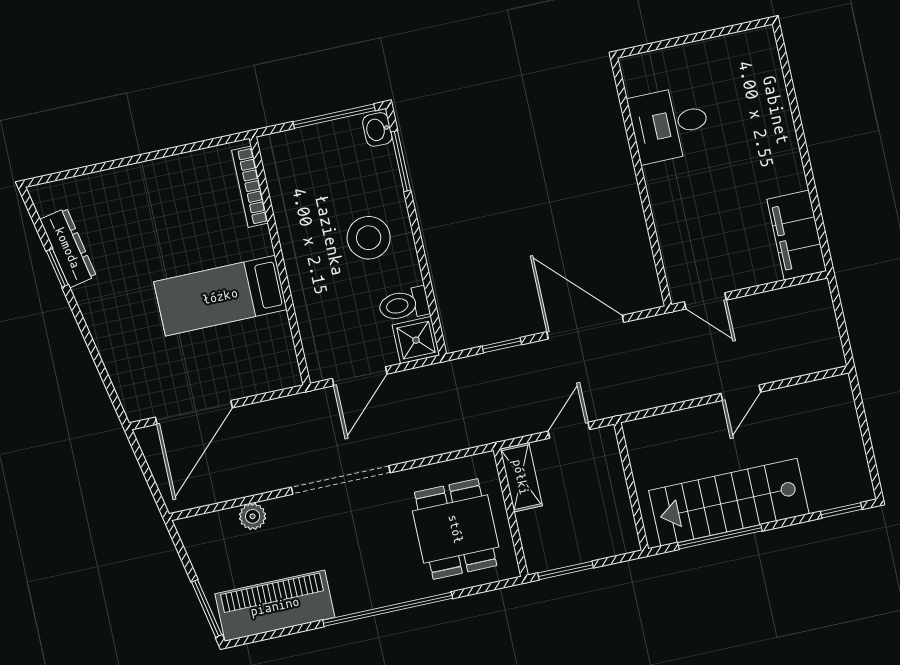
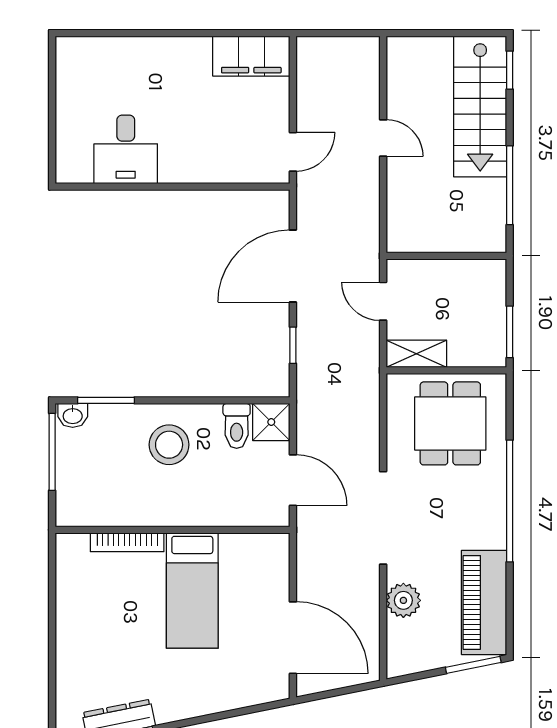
bookcase: (250, 187) -> (127, 542), moved
stairs: (729, 502) -> (480, 106), moved
plant: (253, 516) -> (403, 600), width x1.38, depth x1.38
dining table: (456, 529) -> (450, 423), turned 90

